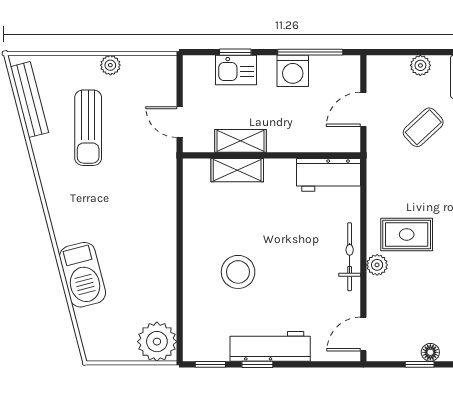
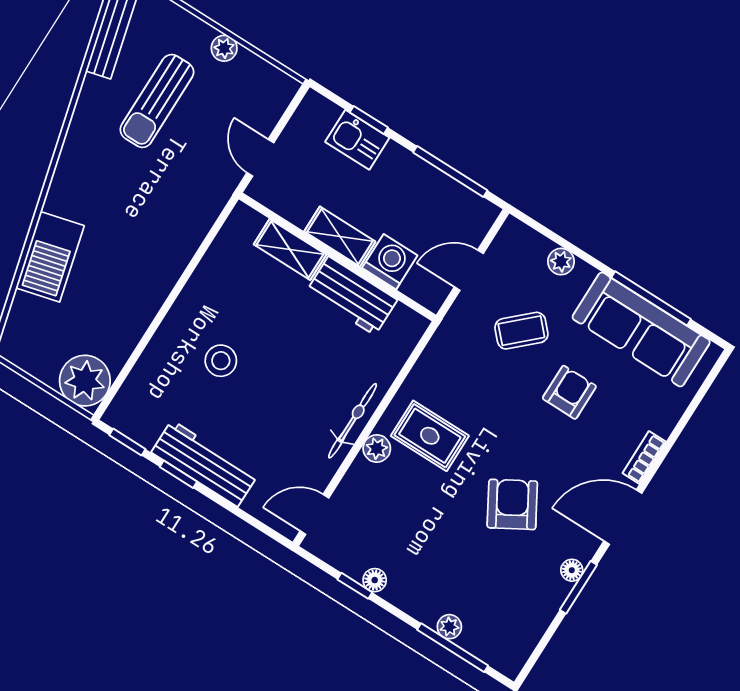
washing machine: (293, 71) -> (390, 262), moved, turned 180
shelving: (240, 141) -> (340, 236), moved
workbench: (329, 175) -> (352, 296), moved
stool: (238, 272) -> (221, 361), width x0.73, depth x0.73

